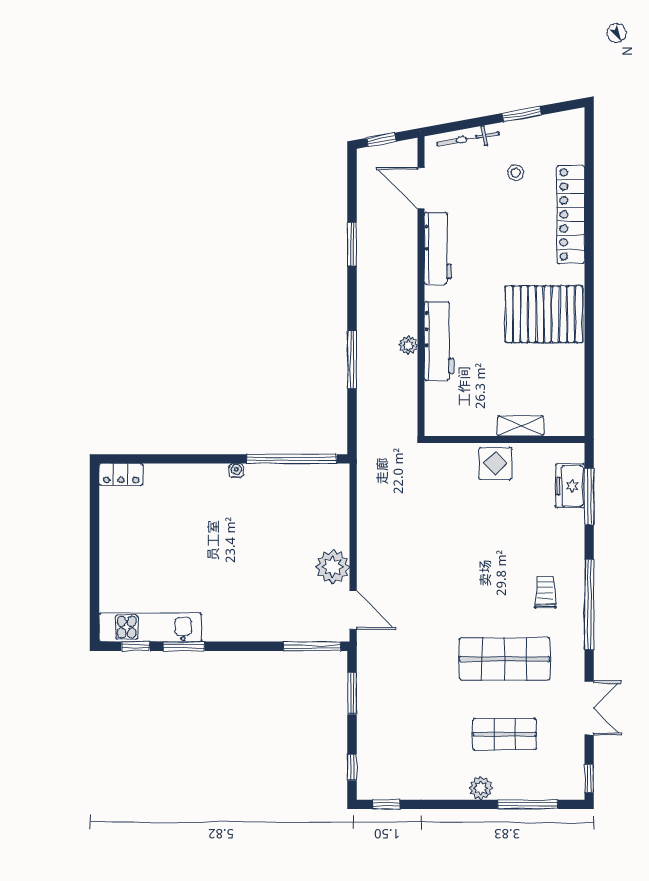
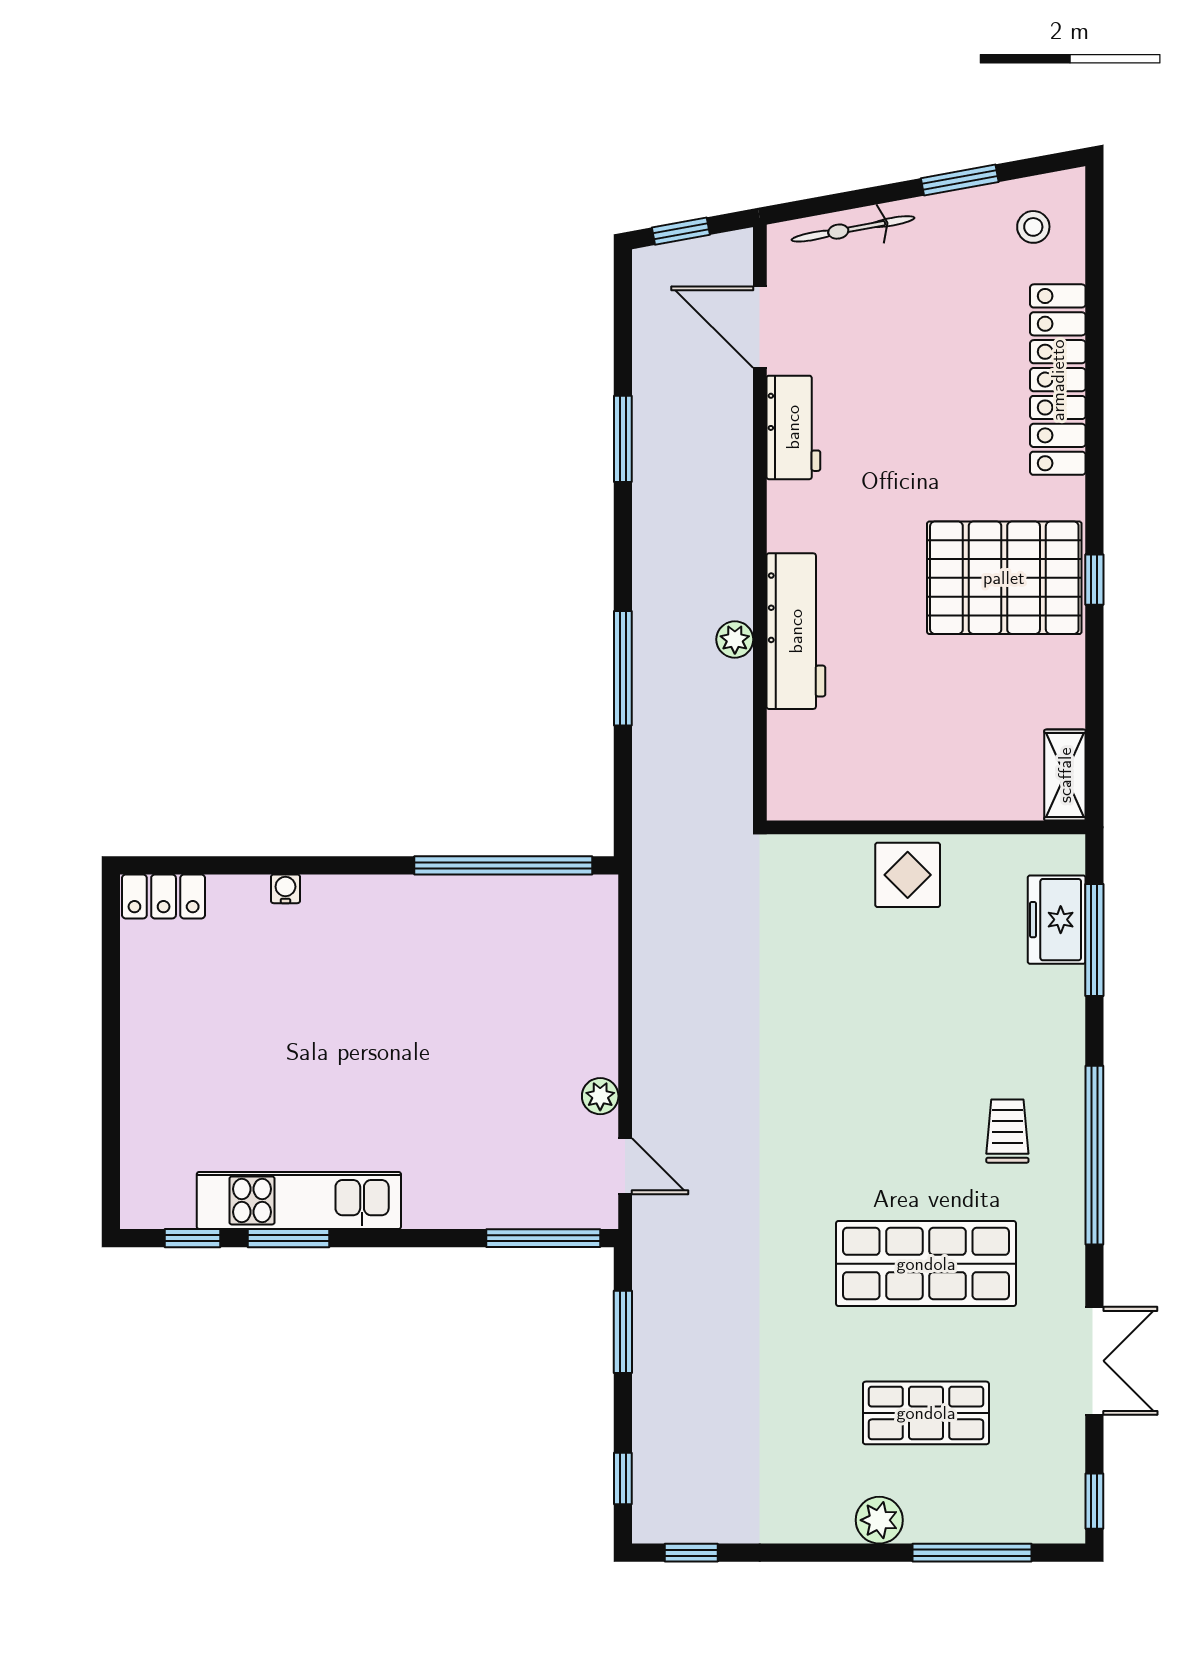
stool: (516, 173) -> (1033, 227), moved
workbench: (438, 248) -> (793, 427), width x0.73
window: (589, 315) -> (1094, 580), added
shelving: (520, 426) -> (1065, 775), moved, turned 90
water cooler: (236, 471) -> (285, 889), moved
plant: (333, 567) -> (600, 1096), width x0.53, depth x0.53
door: (353, 610) -> (625, 1166), width x0.73
kitchen unit: (150, 627) -> (299, 1200), moved

